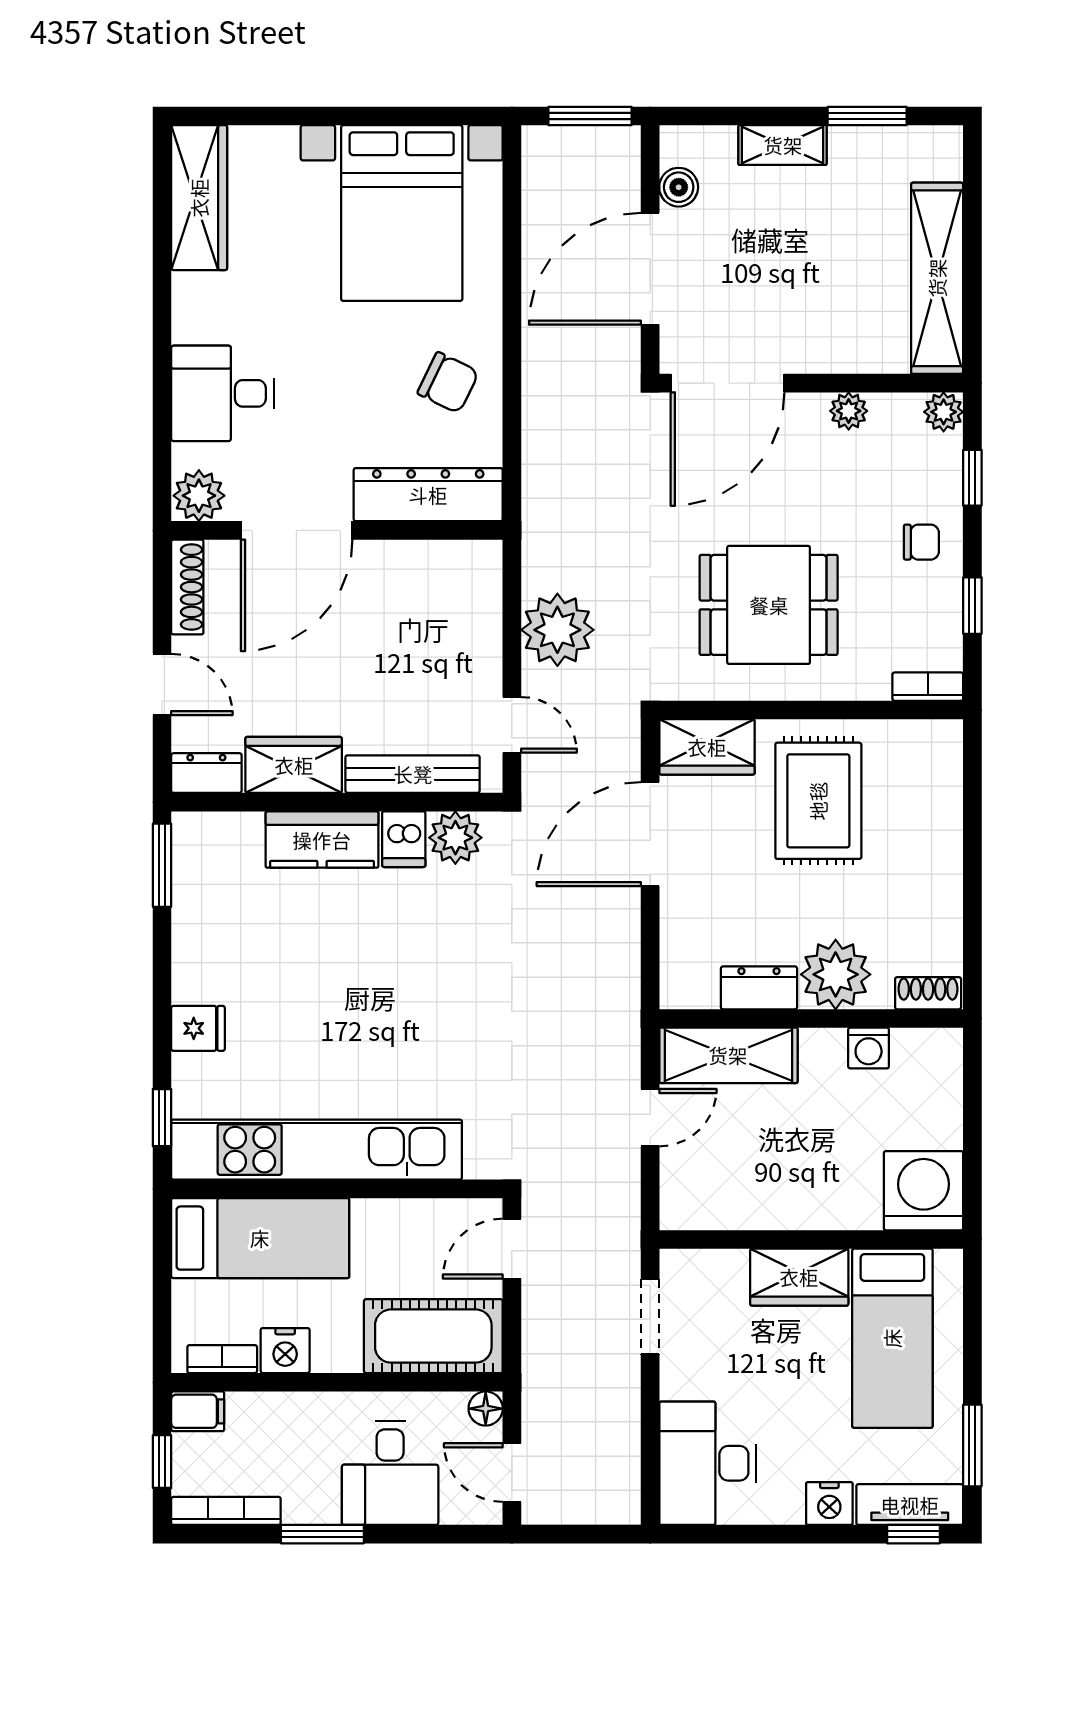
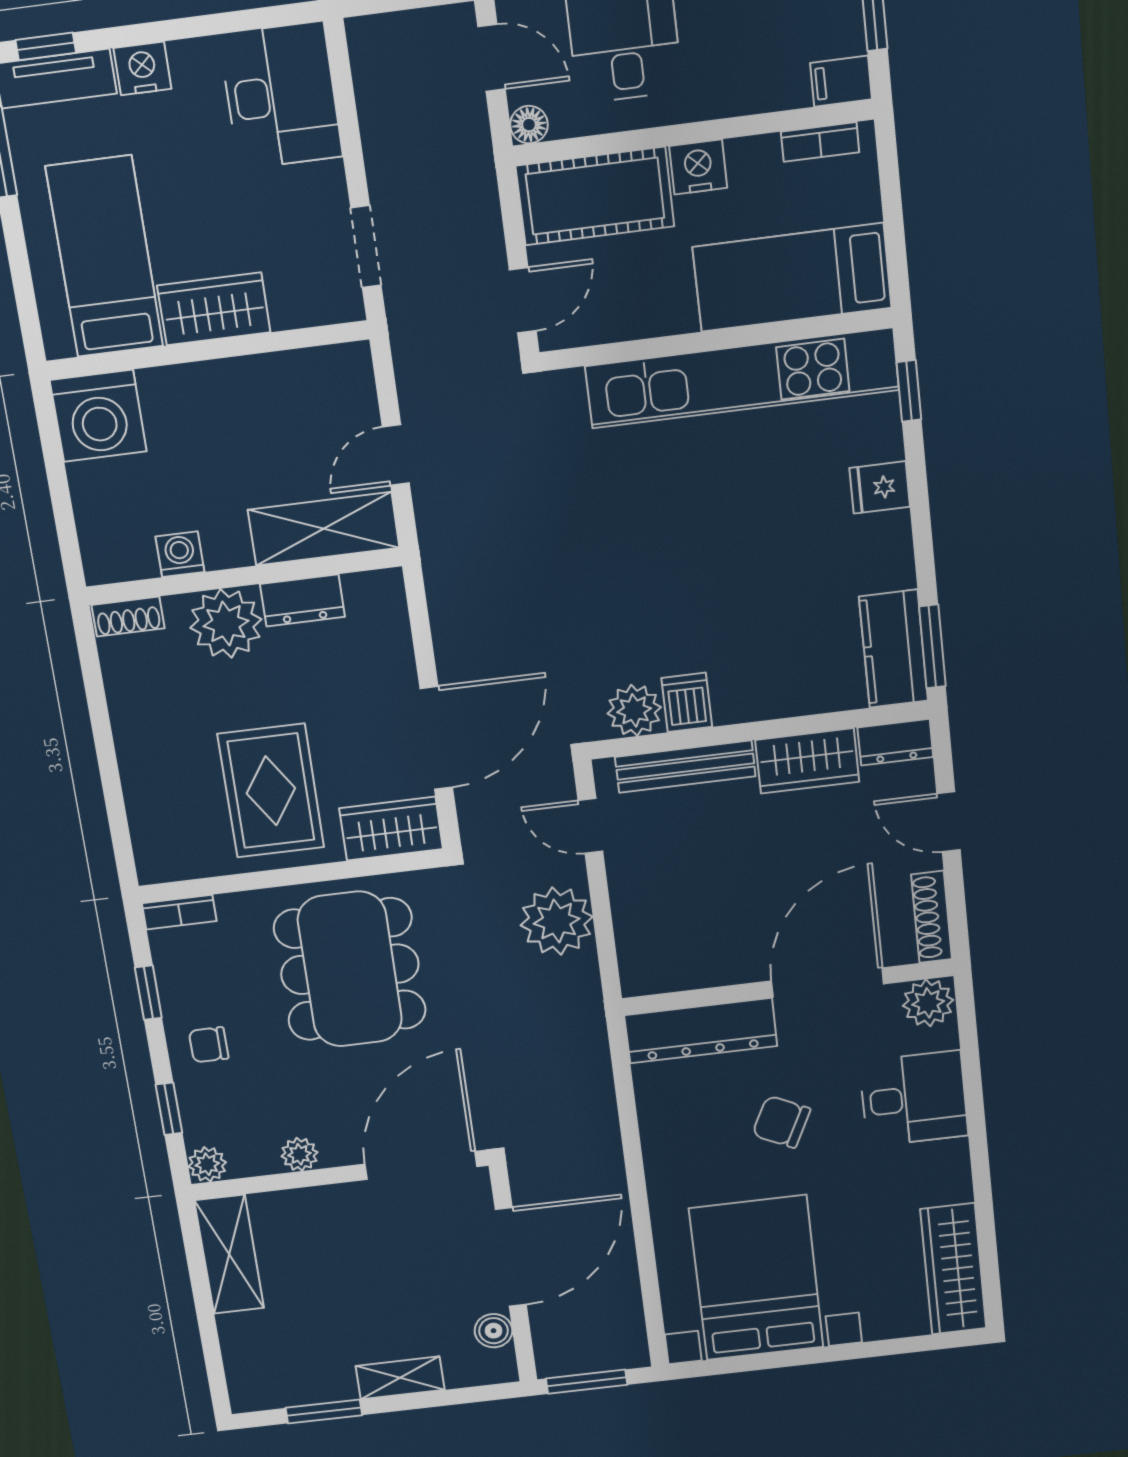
shelving: (937, 278) -> (229, 1254), width x0.68
chair: (448, 383) -> (781, 1122), moved
dining table: (769, 605) -> (350, 969), width x1.37
kitchen counter: (322, 840) -> (894, 649), moved, turned -90
nightstand: (285, 1351) -> (698, 167), moved

